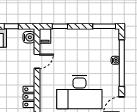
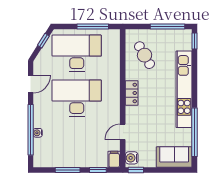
window: (11, 26) -> (136, 170), moved
window: (104, 26) -> (68, 170), moved

